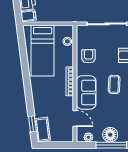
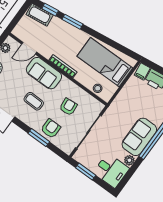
armchair: (89, 56) -> (68, 107), moved, turned -95
window: (29, 99) -> (72, 22), added

